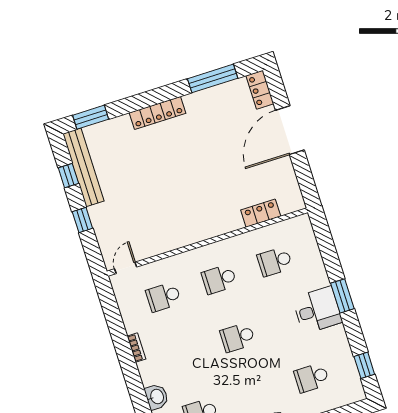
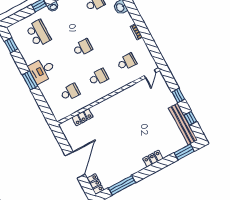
locker: (158, 113) -> (153, 159), width x0.66
school desk: (312, 378) -> (38, 33), width x1.85

